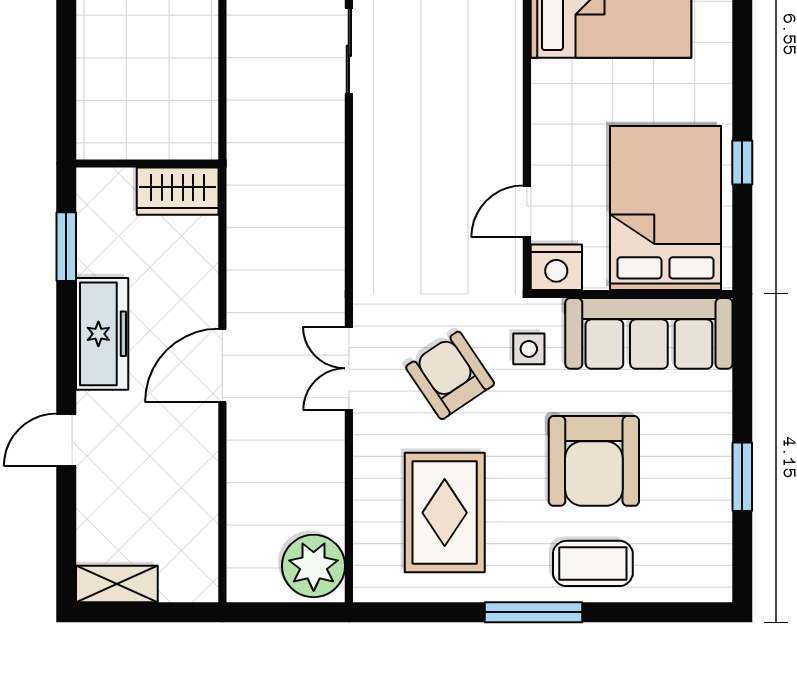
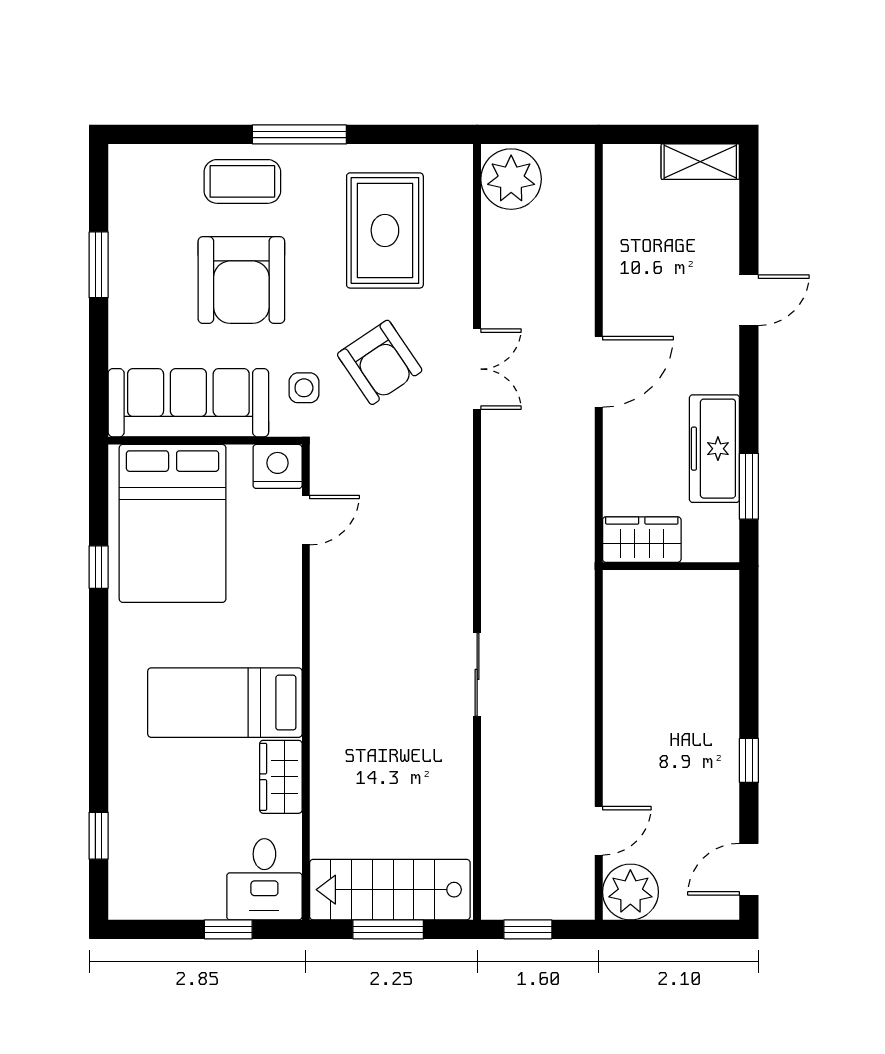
freezer: (102, 334) -> (714, 449), moved
armchair: (594, 461) -> (241, 280), turned 180

